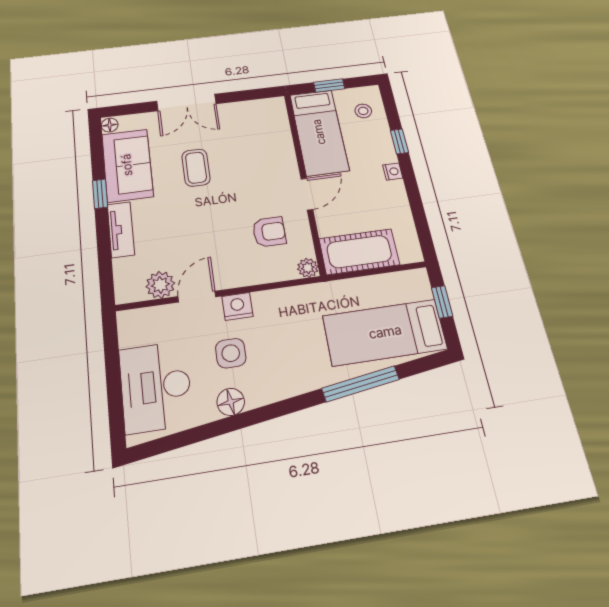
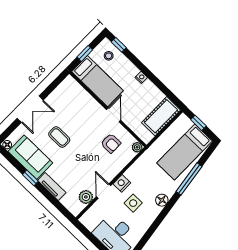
window: (399, 141) -> (119, 45), moved
armchair: (269, 232) -> (111, 143), turned 90
cot: (359, 252) -> (161, 116), moved
floor lamp: (231, 402) -> (162, 200), moved

